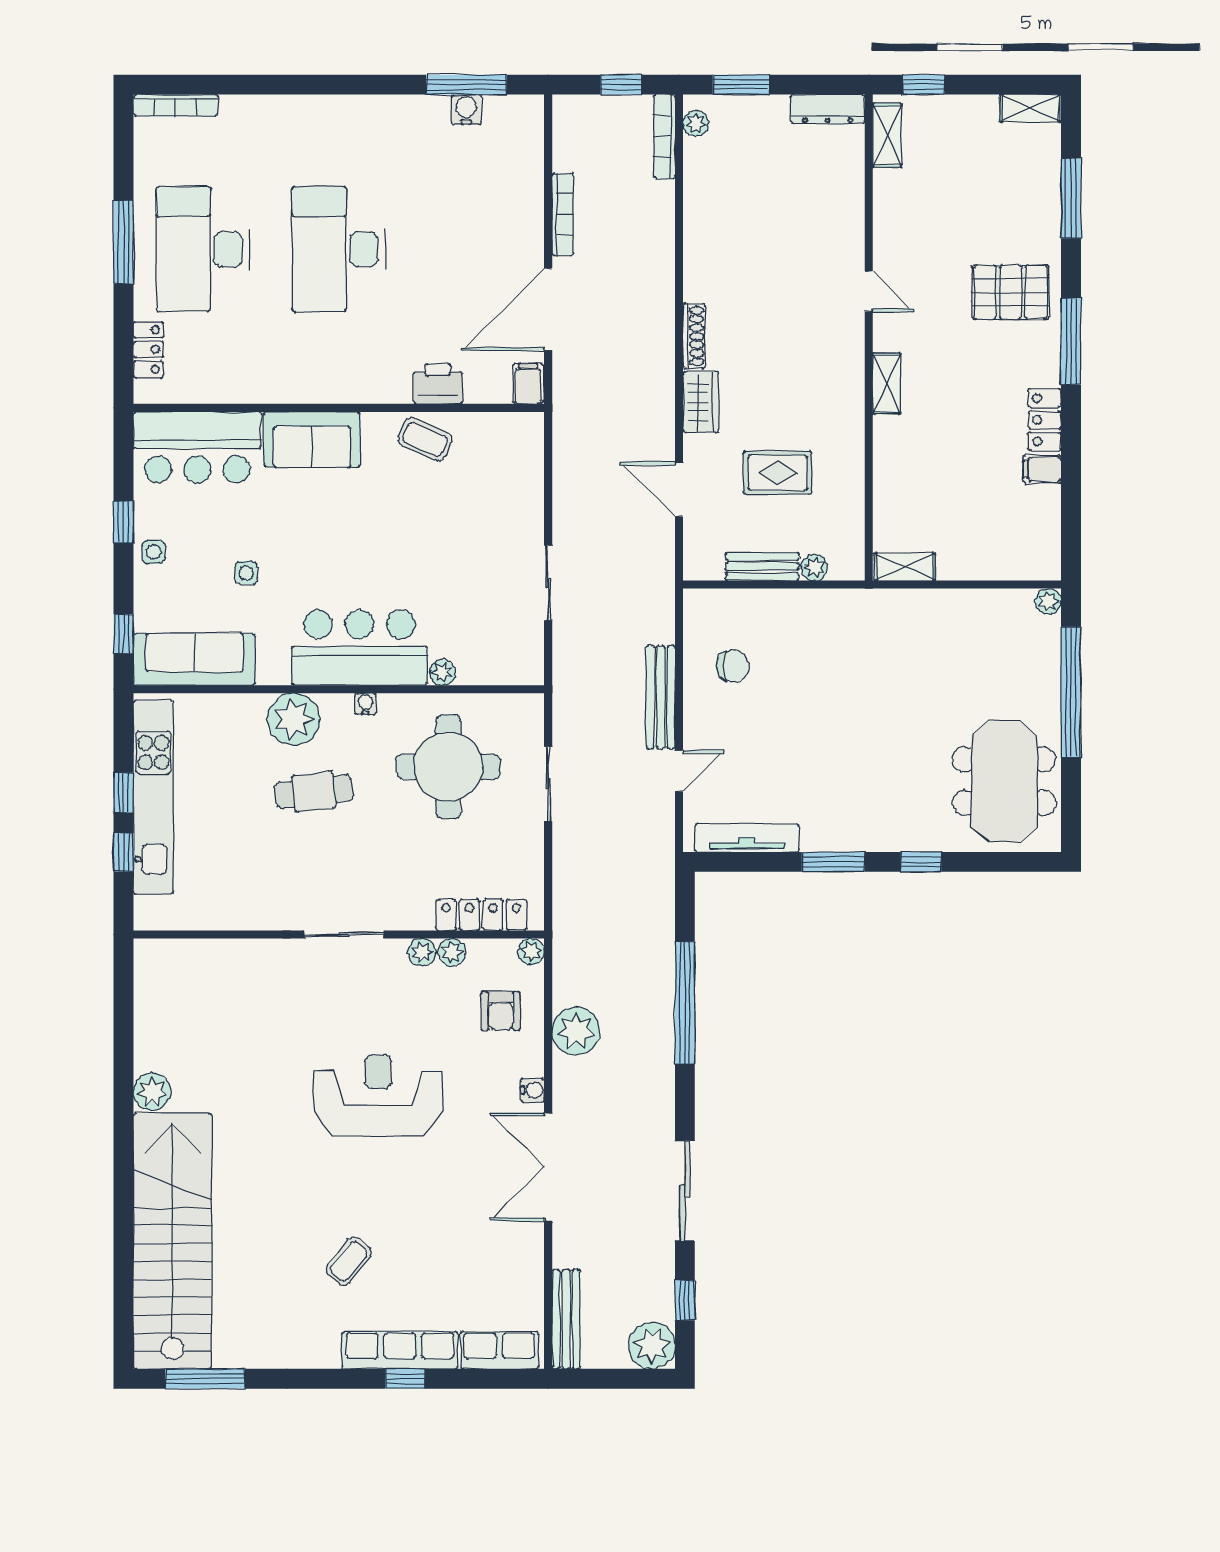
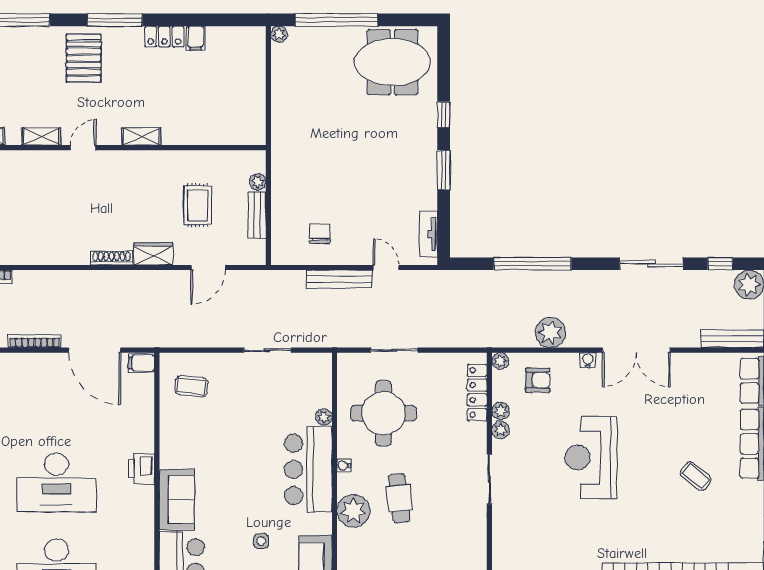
printer: (438, 384) -> (142, 469), moved
coffee table: (425, 439) -> (191, 386), moved, turned 72
shelving: (905, 567) -> (41, 137), moved, turned 90
tv unit: (747, 838) -> (429, 234), width x0.71

